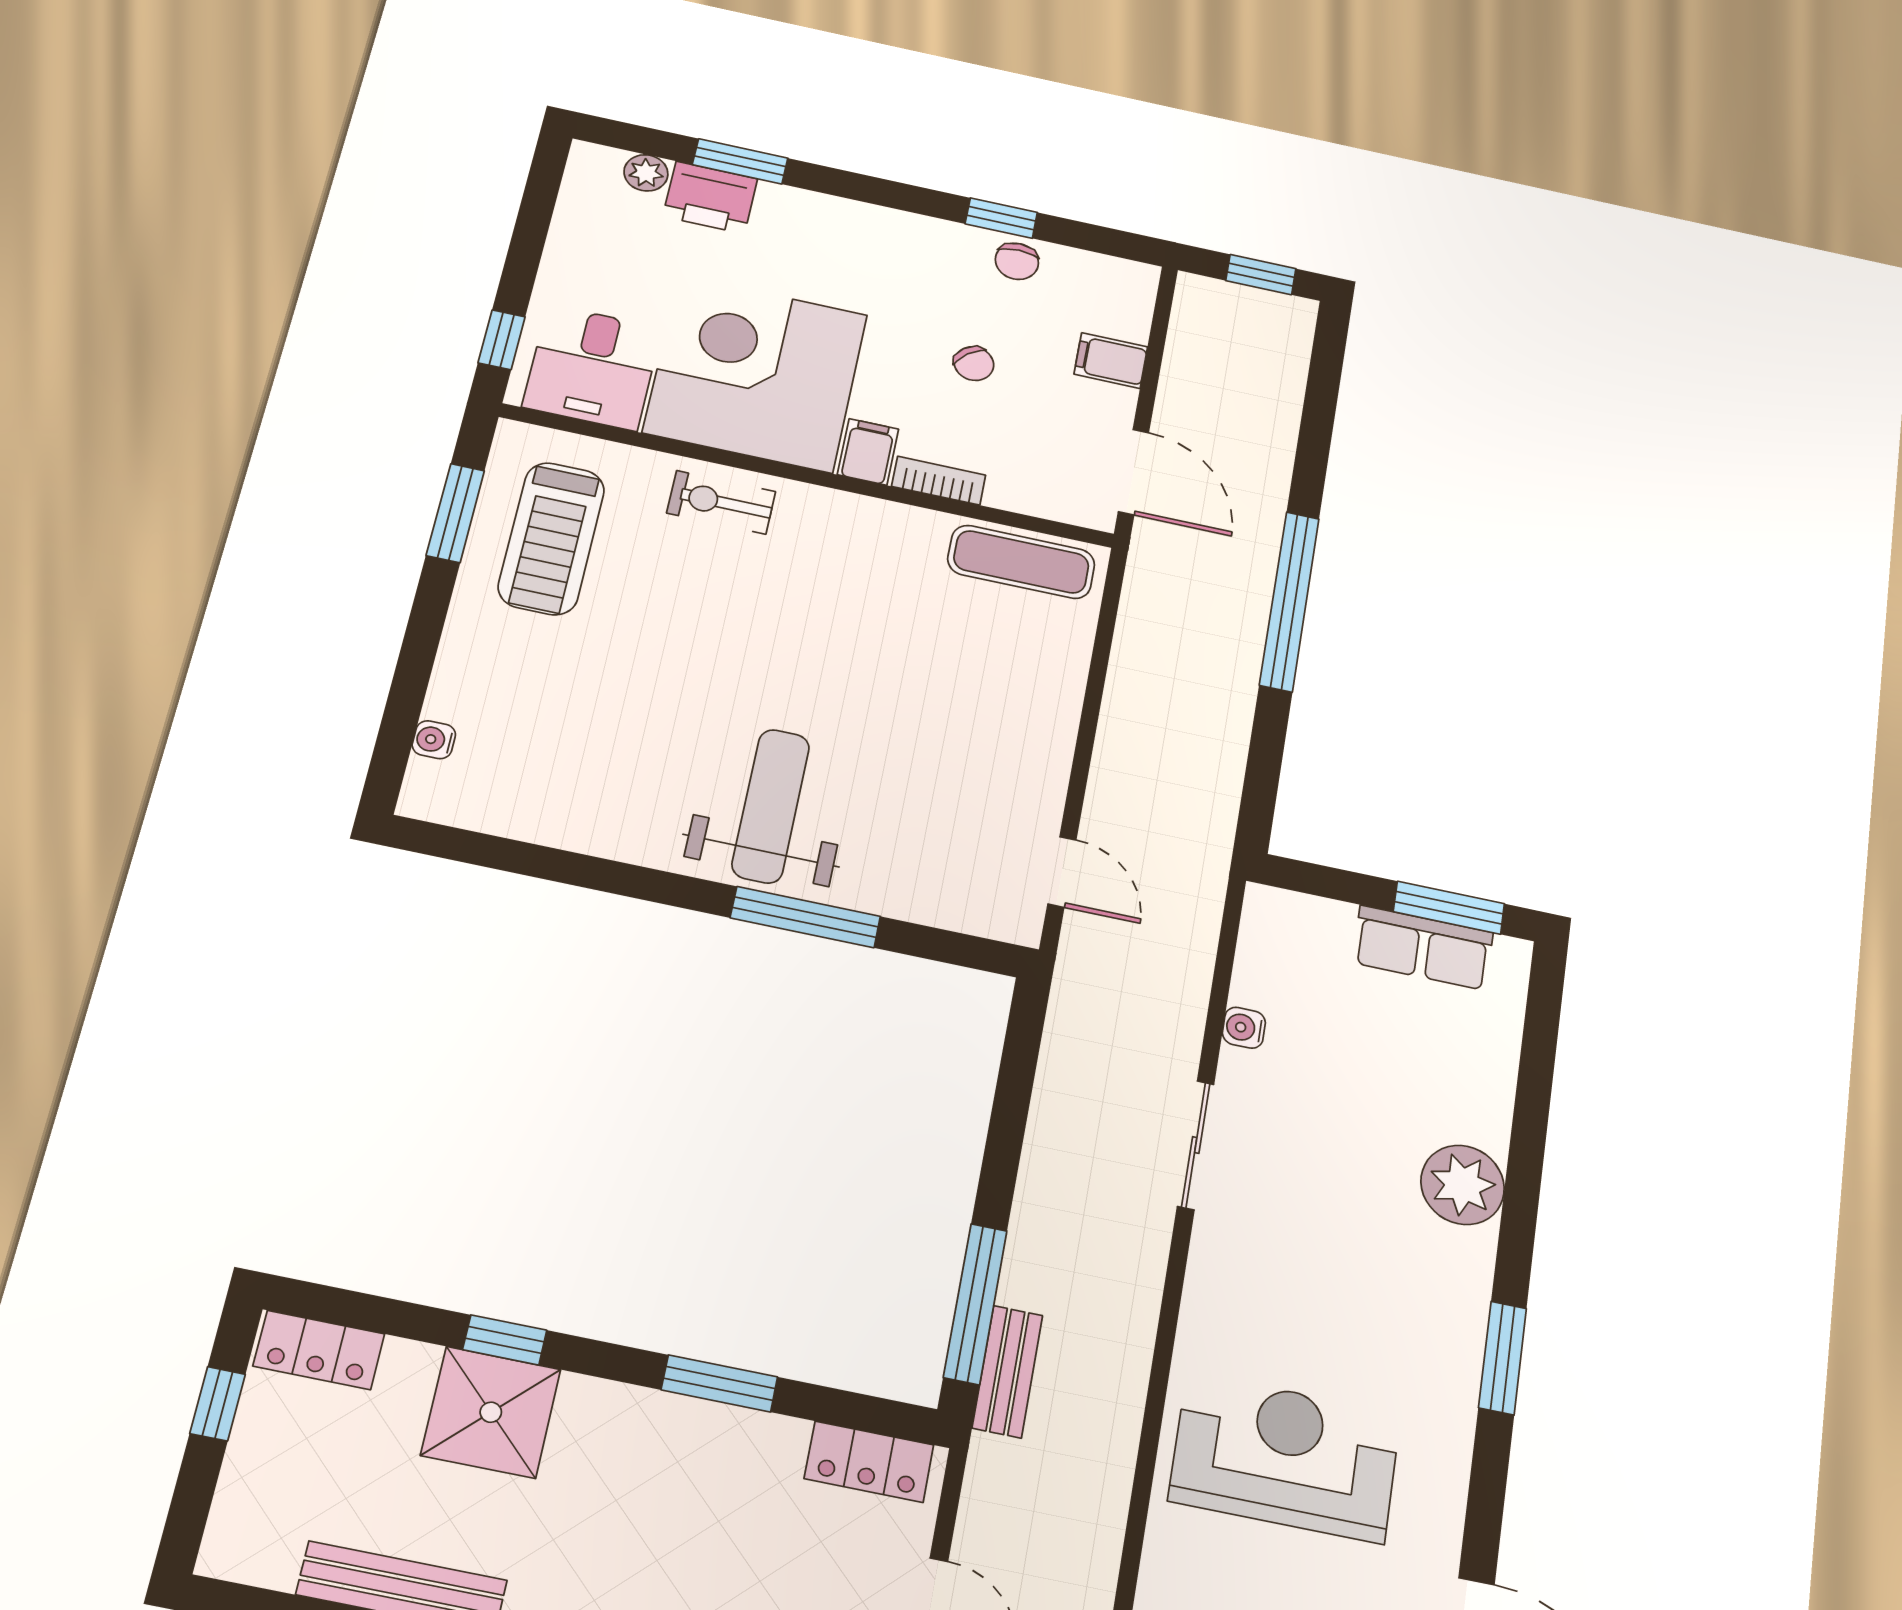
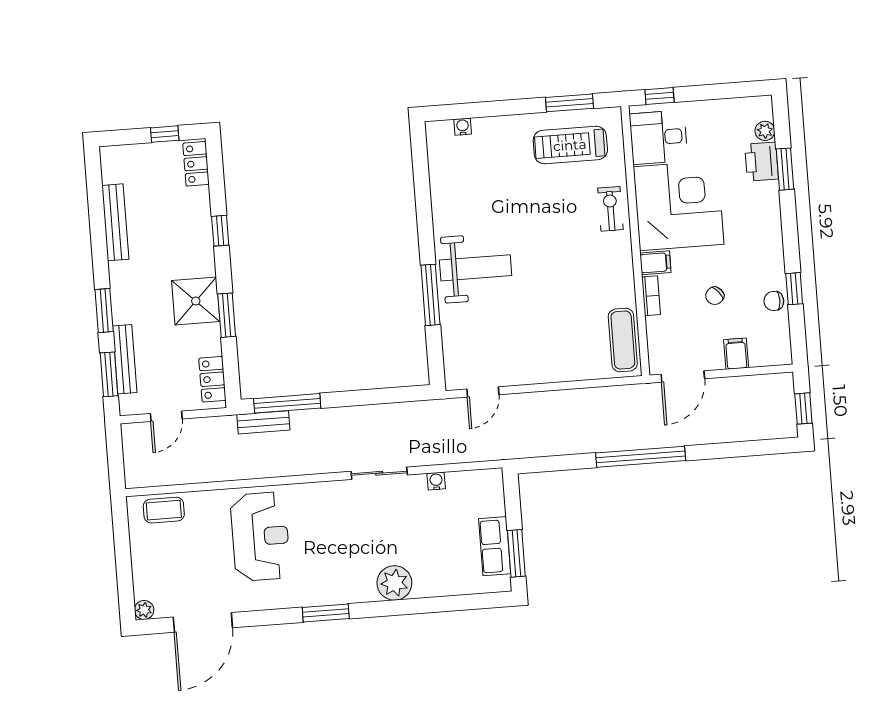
shower: (491, 1412) -> (196, 301), moved

